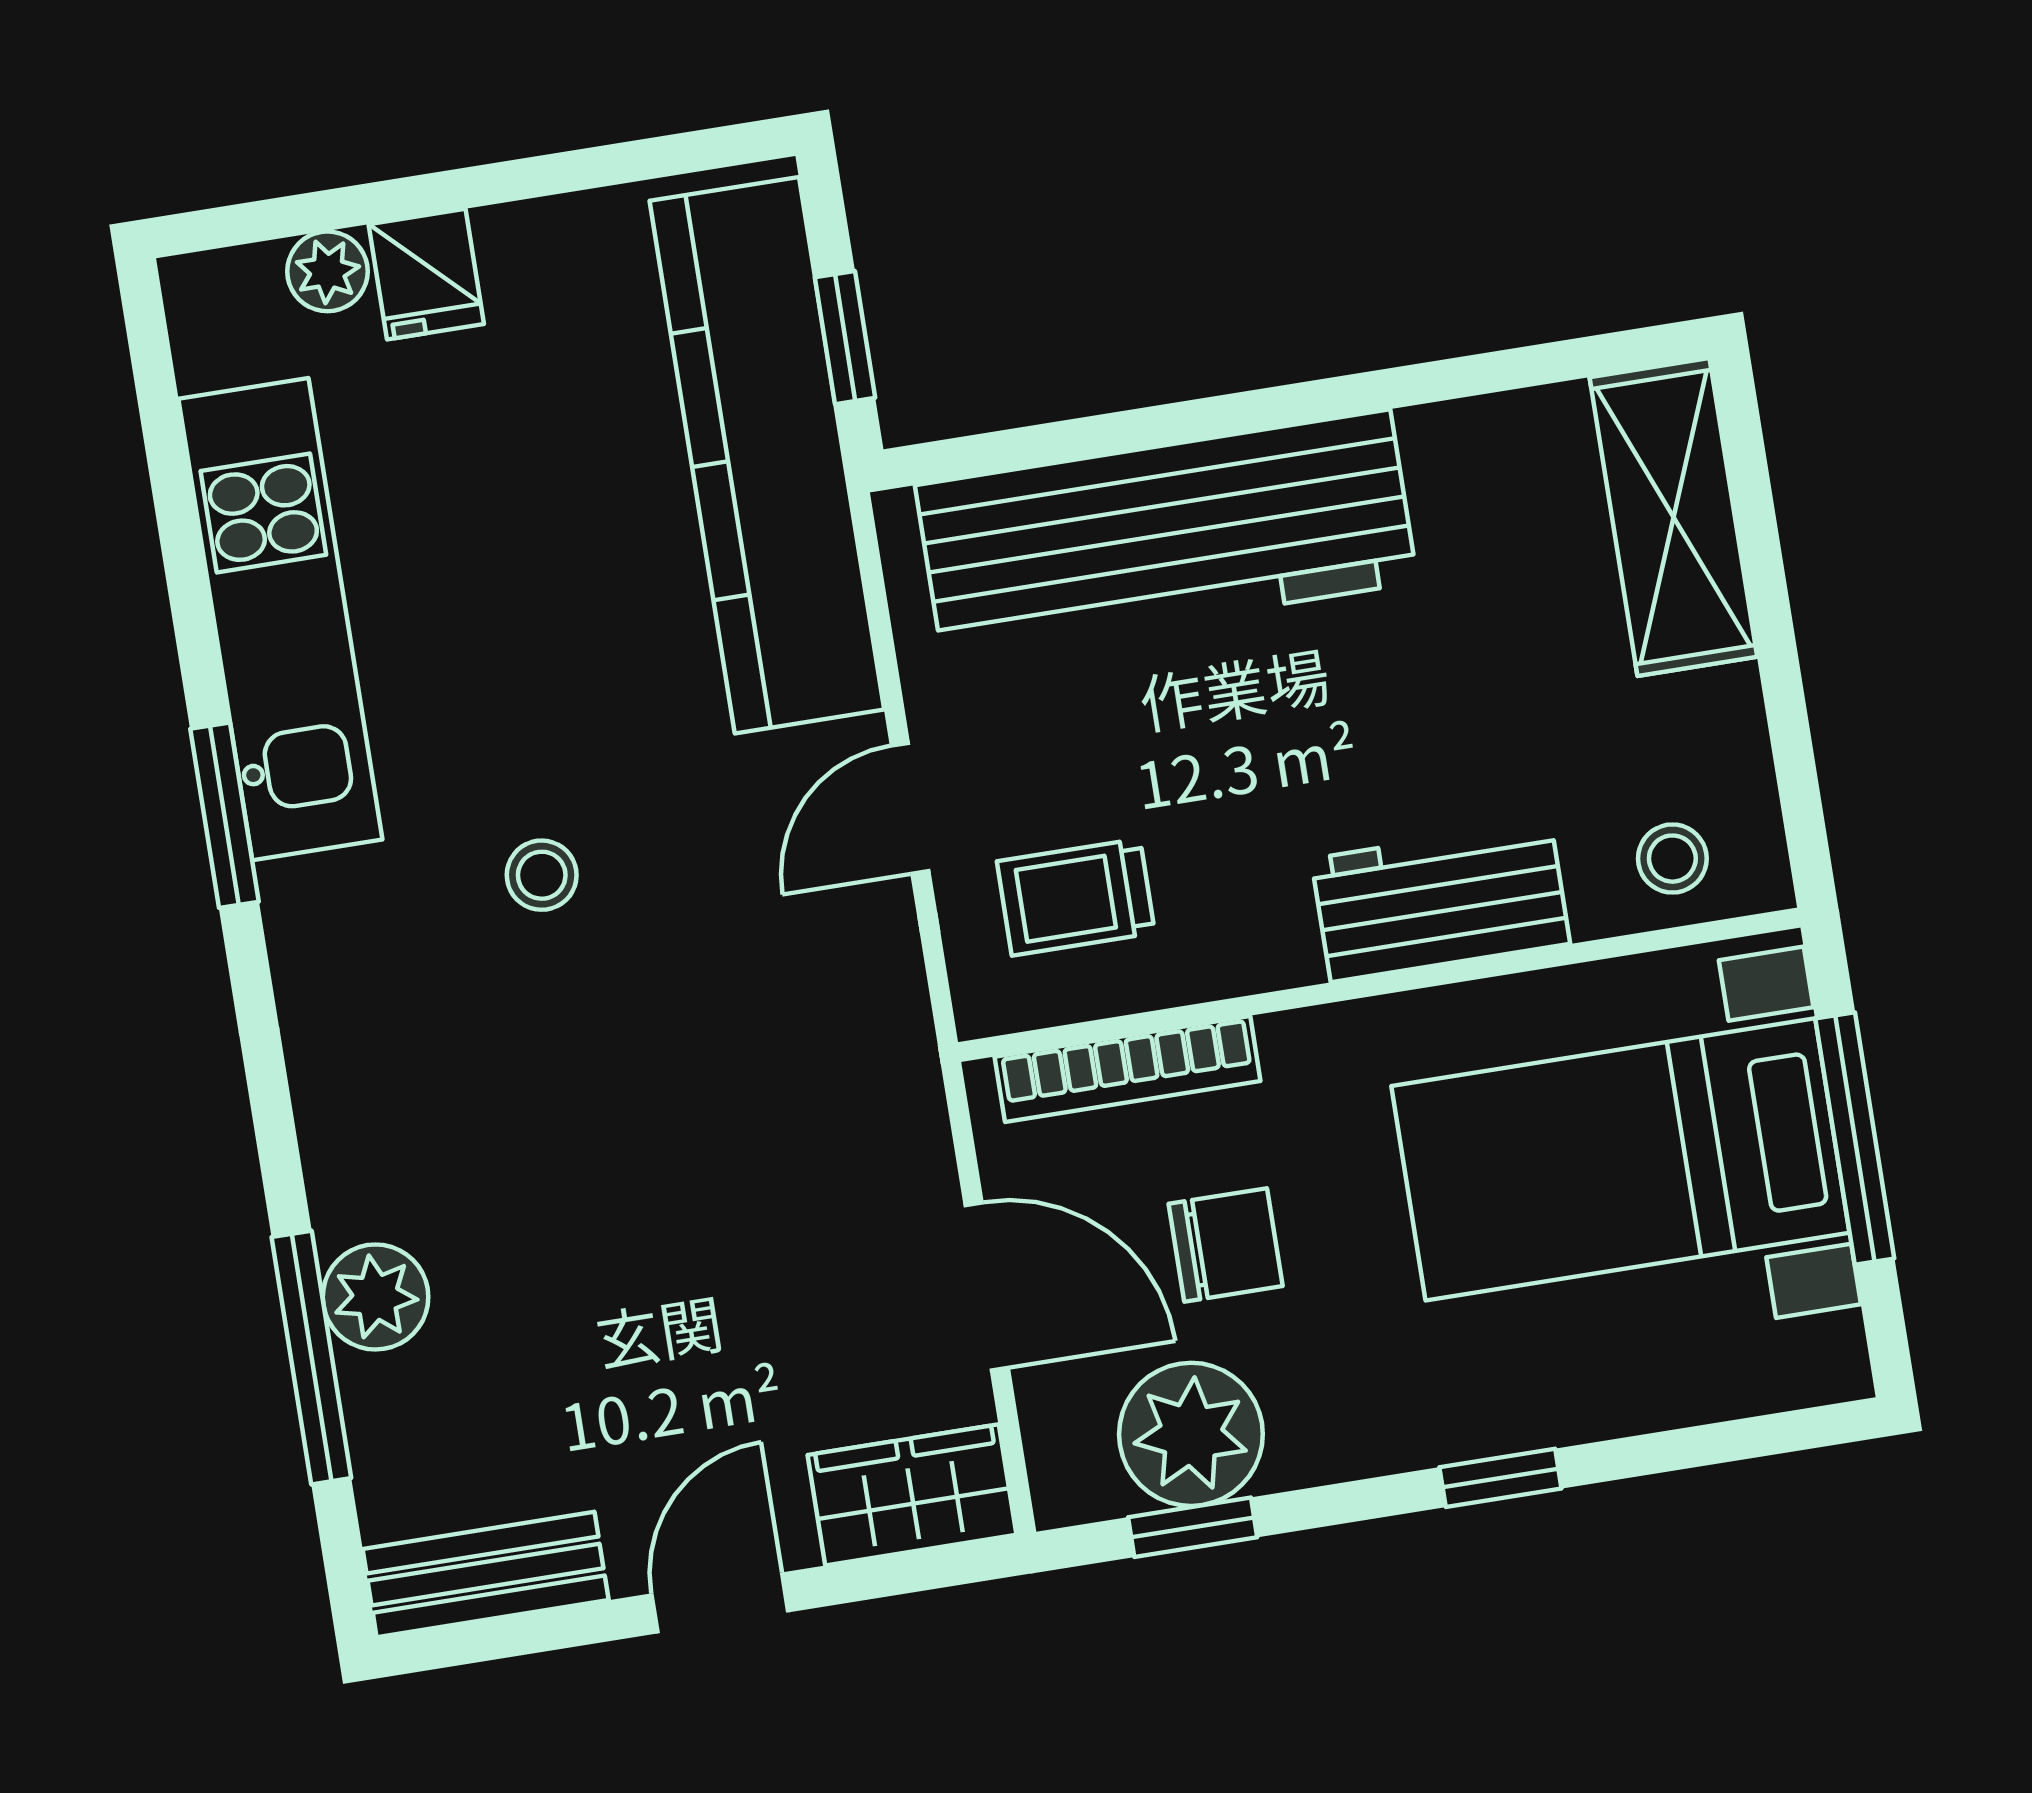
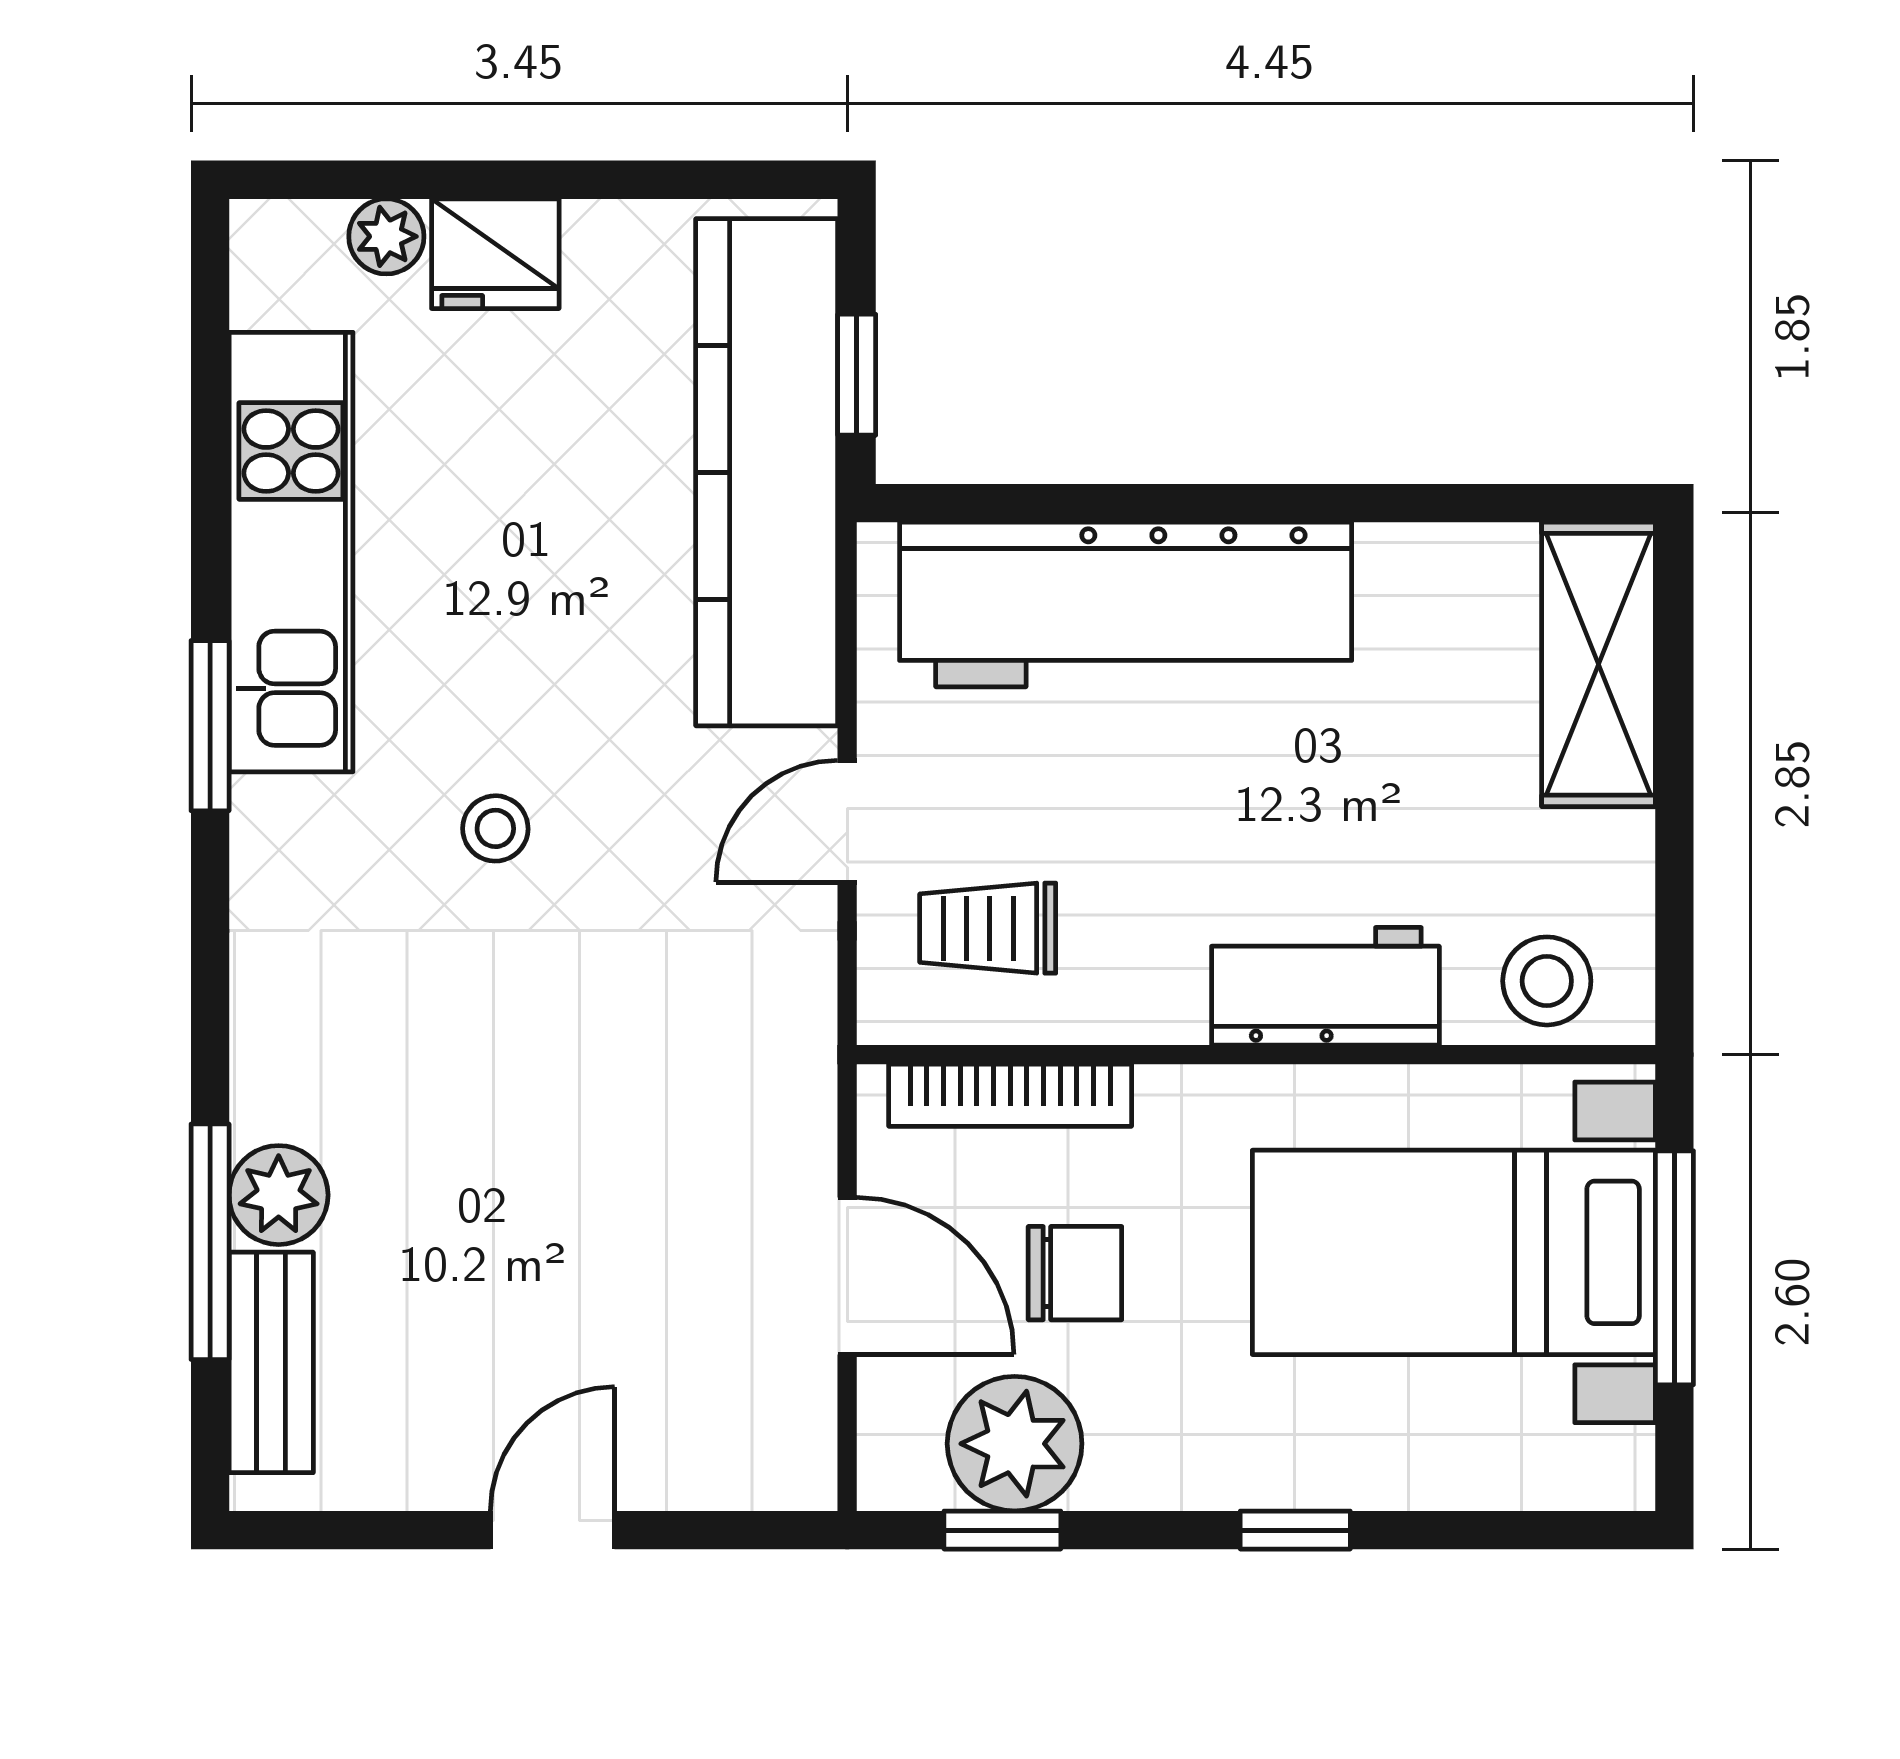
fridge: (426, 274) -> (495, 254), width x1.38
stool: (1672, 859) -> (1547, 981), width x1.37, depth x1.37
wardrobe: (912, 1495) -> (747, 1458), removed
bench: (486, 1575) -> (271, 1362), moved, turned 90

